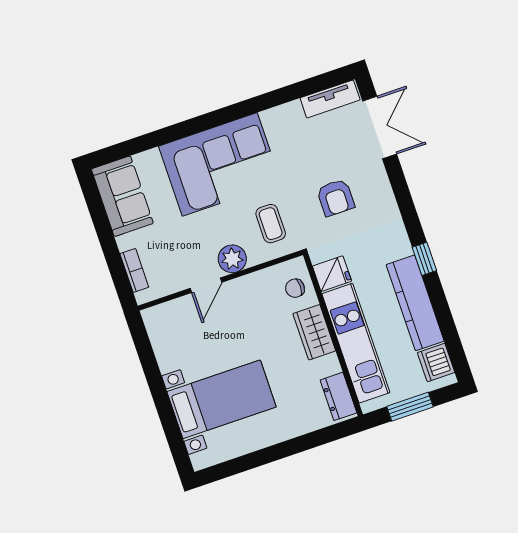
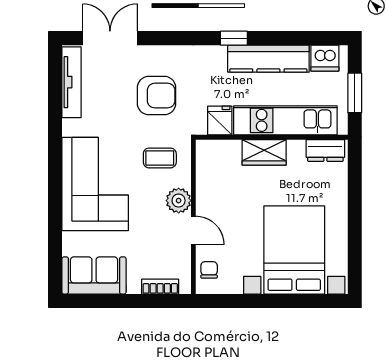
tv unit: (330, 99) -> (72, 82), width x1.41
armchair: (336, 198) -> (157, 96), width x1.38, depth x1.38
chair: (295, 288) -> (209, 270), moved, turned 180
bed with nightstands: (222, 399) -> (294, 250), width x1.36

